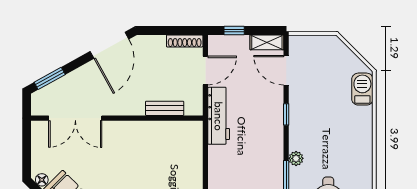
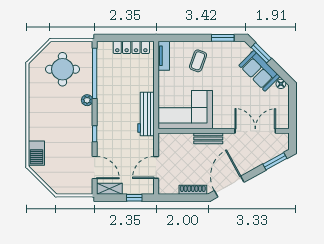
shoe rack: (185, 41) -> (193, 190), moved
bench: (165, 108) -> (208, 138), moved
workbench: (219, 116) -> (146, 114), moved
corner sofa: (167, 146) -> (185, 110), added

